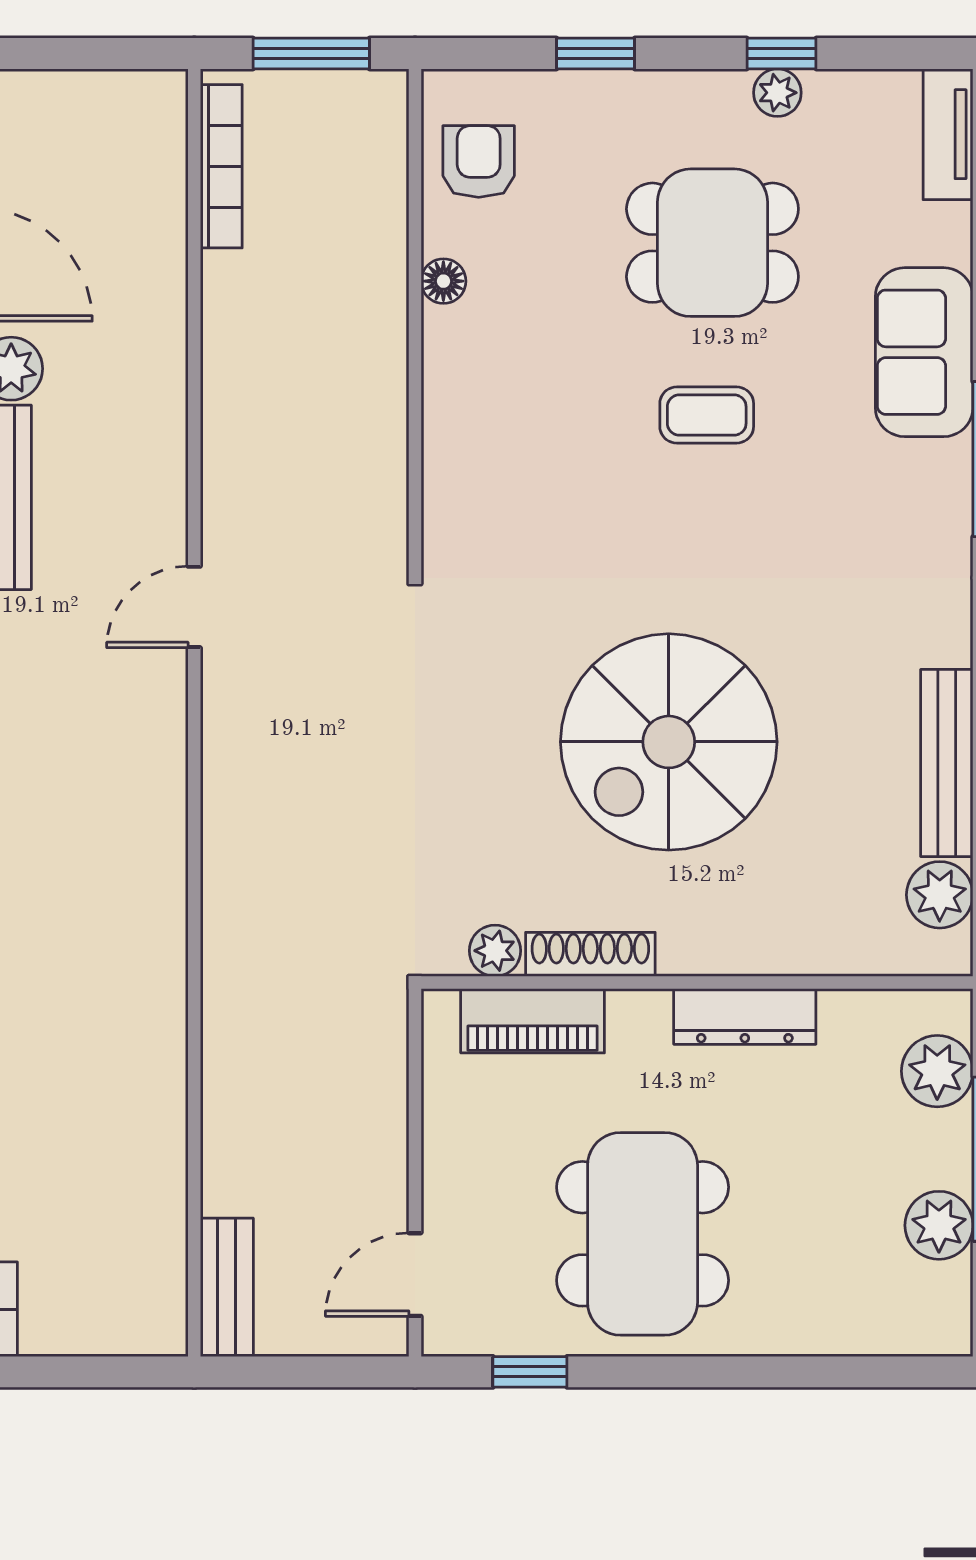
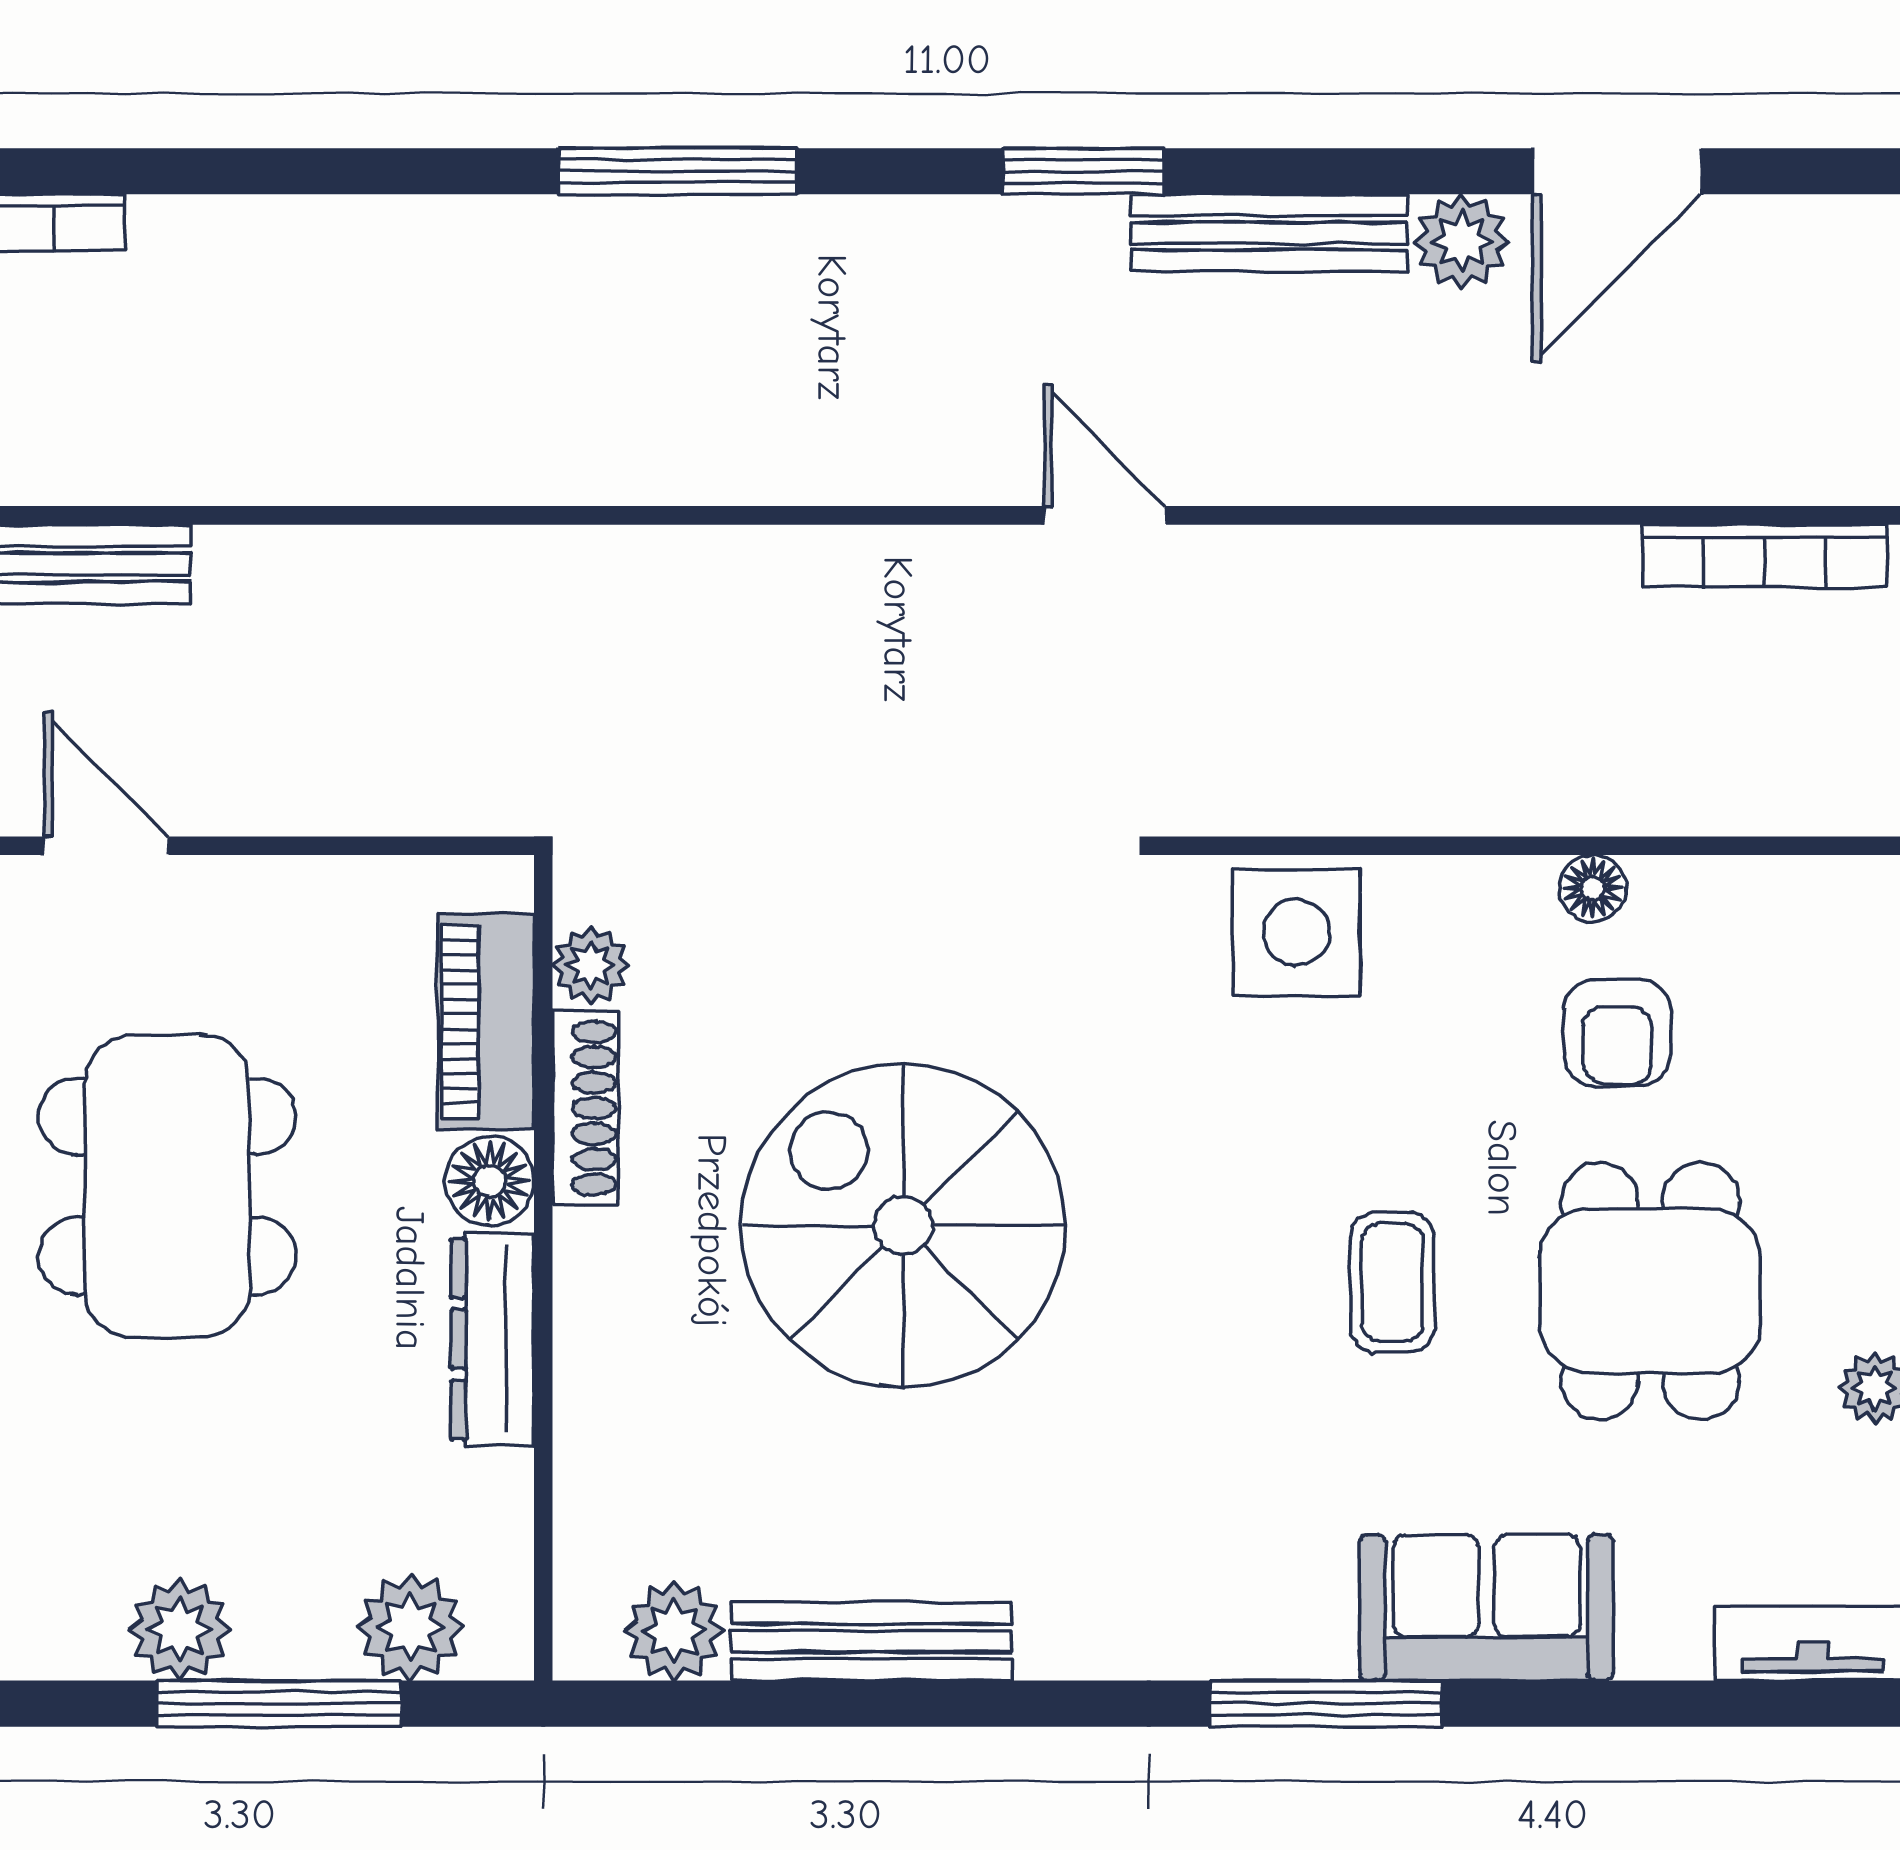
armchair: (479, 162) -> (1617, 1032), moved, turned 90
side table: (473, 479) -> (1296, 932), added
floor lamp: (639, 1018) -> (490, 1181), added
dining table: (643, 1234) -> (167, 1186), turned 90

